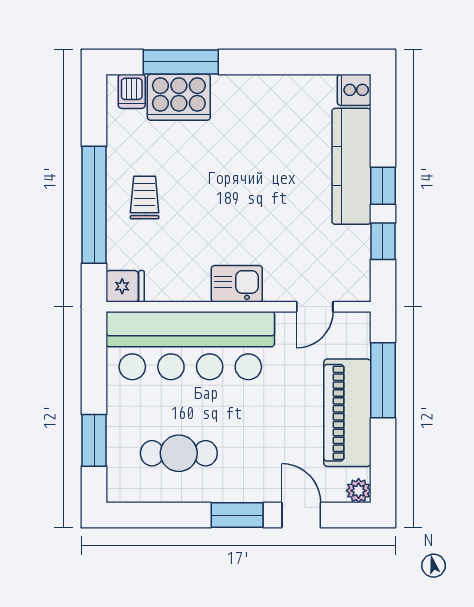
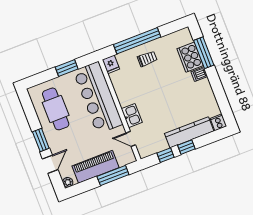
dishwasher: (132, 91) -> (199, 74), moved
kitchen sink: (237, 284) -> (132, 116), moved
window: (94, 440) -> (67, 68), moved
cafe table: (179, 453) -> (56, 109), width x1.37, depth x1.35

